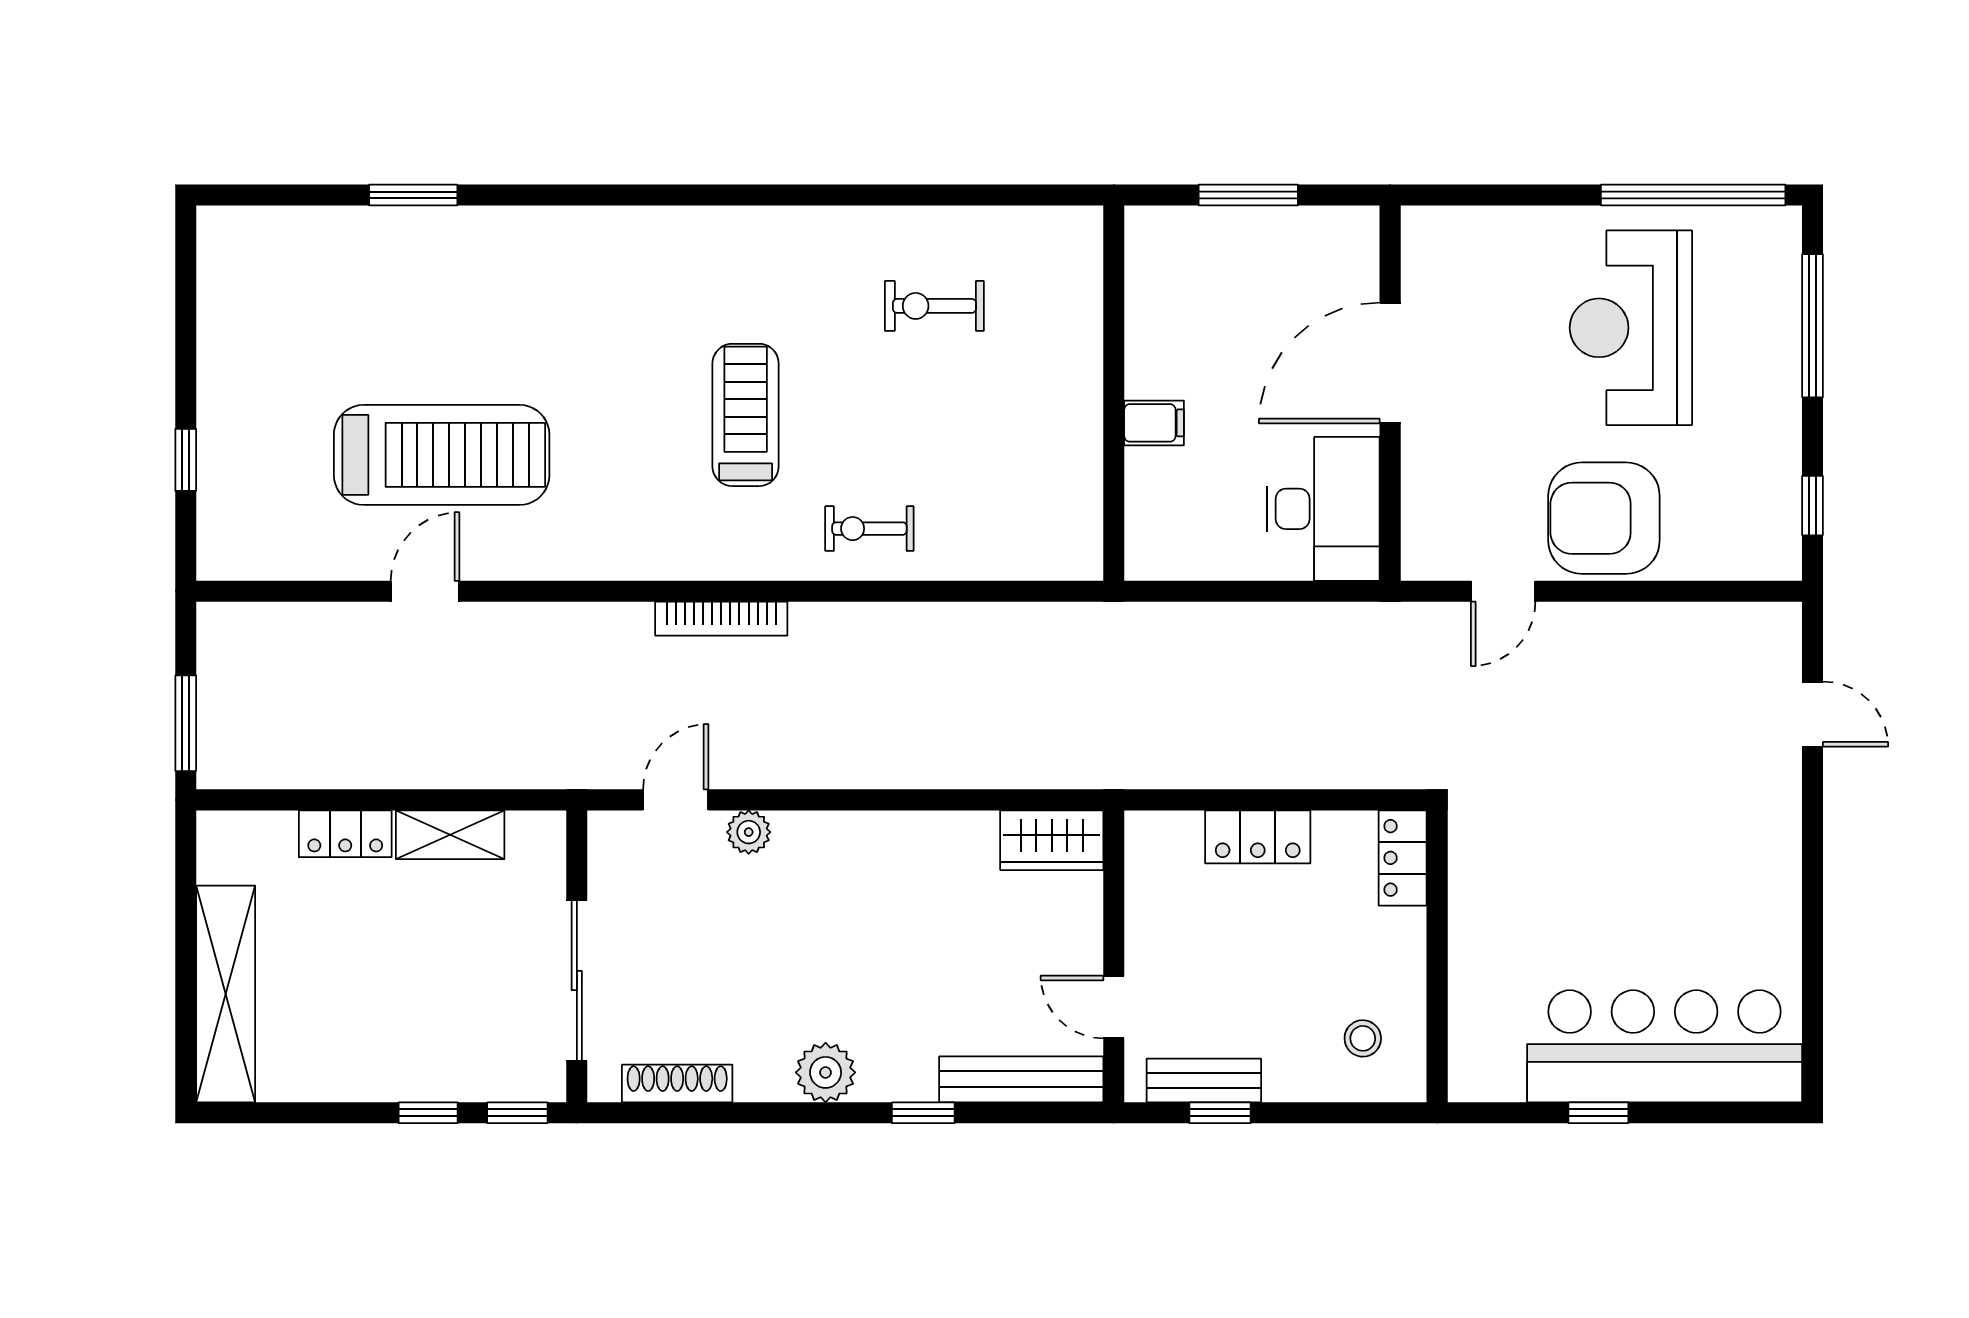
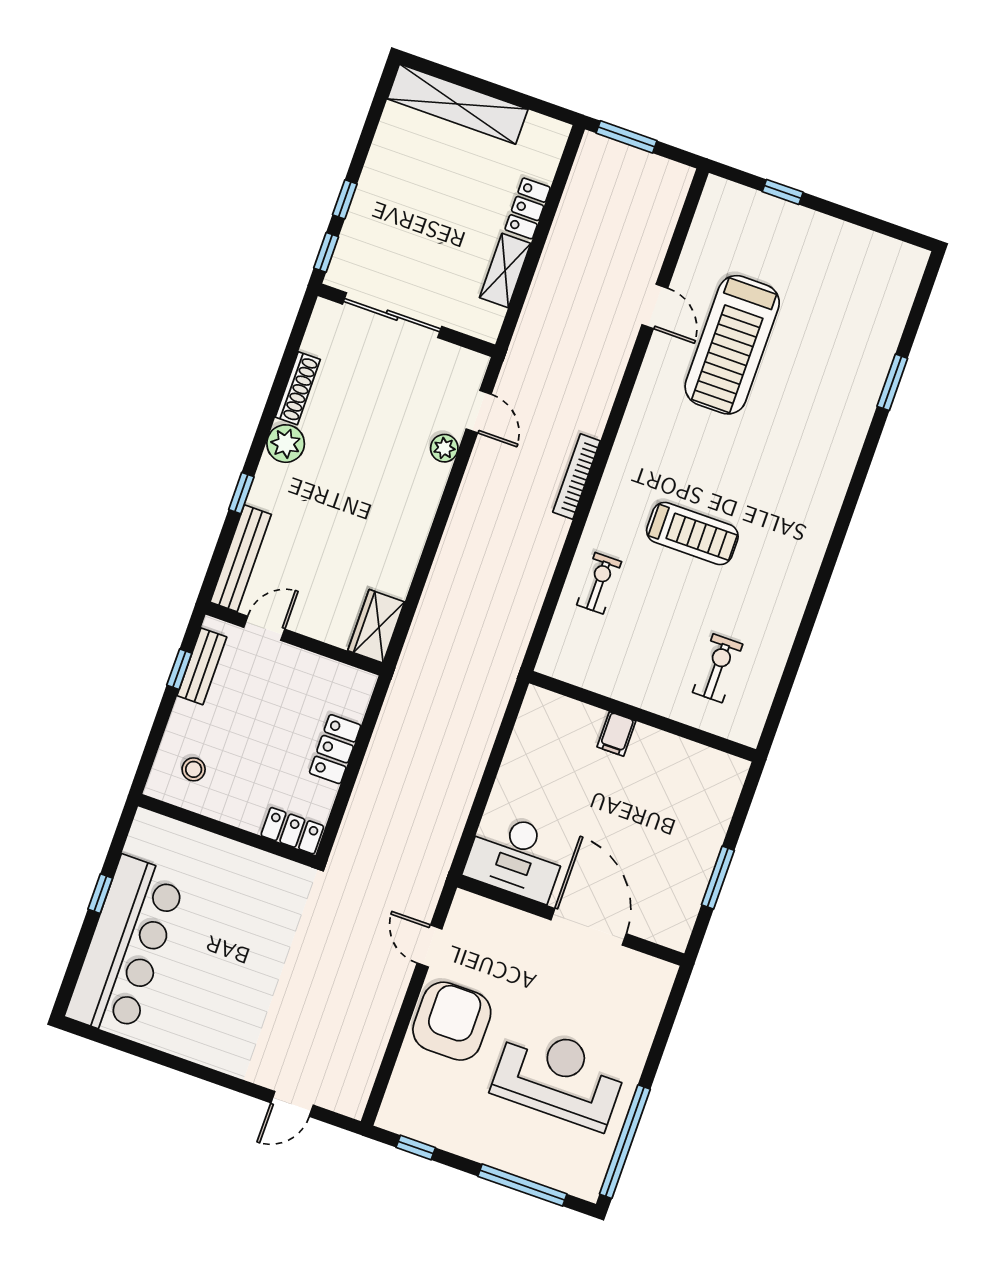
wall: (1114, 393) -> (643, 716), moved
filing cabinet: (1154, 423) -> (616, 734), moved
shoe rack: (677, 1083) -> (298, 388), moved

